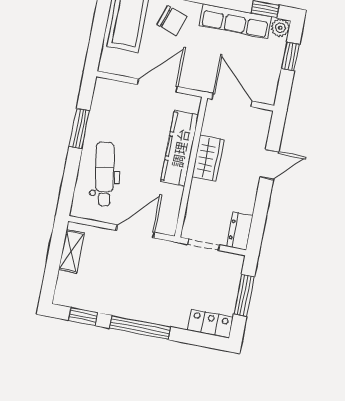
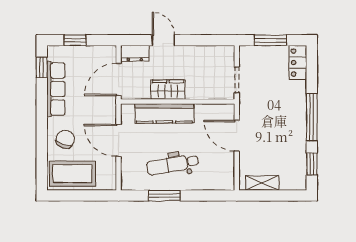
plant: (280, 28) -> (54, 53), removed
dental chair: (105, 174) -> (173, 164), moved
dresser: (240, 231) -> (135, 53), moved

